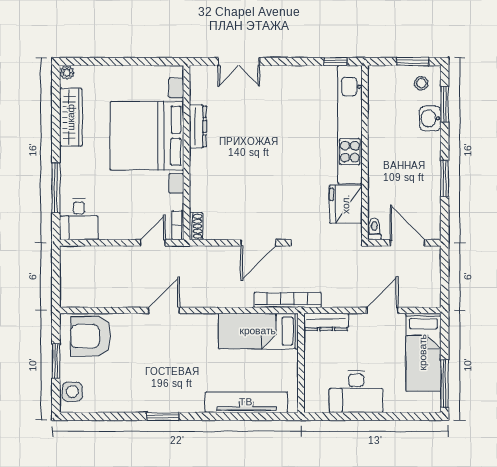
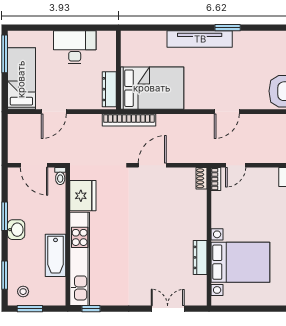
washbasin: (430, 118) -> (16, 230), moved
bathtub: (380, 129) -> (55, 255), added
bed with nightstands: (147, 136) -> (240, 262), width x0.73
dresser: (326, 322) -> (109, 89), moved, turned -90
bed: (258, 331) -> (152, 88), width x1.50
tv unit: (246, 402) -> (200, 39), moved

